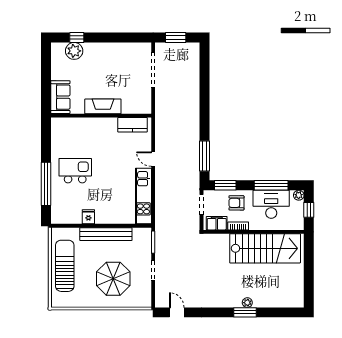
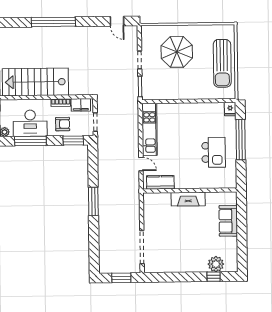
fireplace: (103, 106) -> (188, 199), moved
wall: (101, 116) -> (190, 190), moved
kitchen counter: (132, 125) -> (160, 182), moved
window: (205, 156) -> (93, 201), moved
kitchen island: (75, 171) -> (214, 152), turned -90
fridge: (88, 217) -> (230, 109), moved
bench: (106, 234) -> (184, 93), removed
plant: (247, 303) -> (51, 31), removed
window: (245, 312) -> (53, 22), width x2.11

